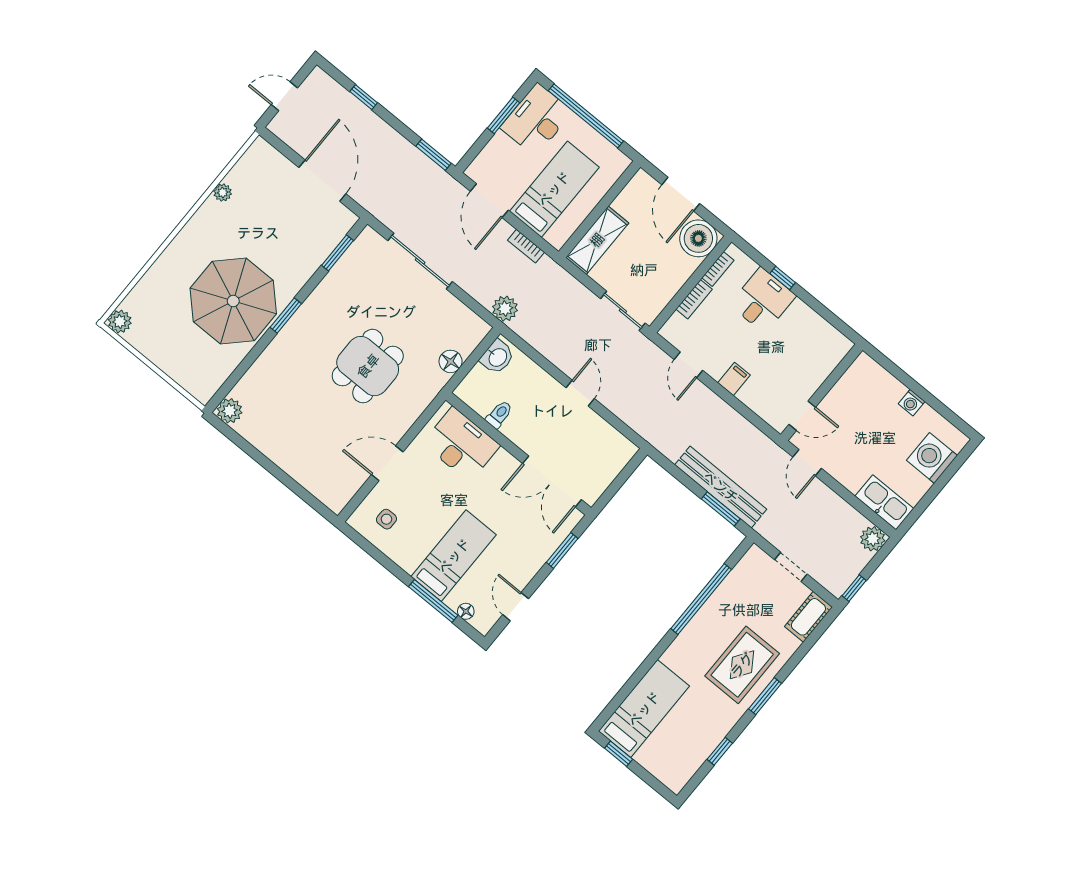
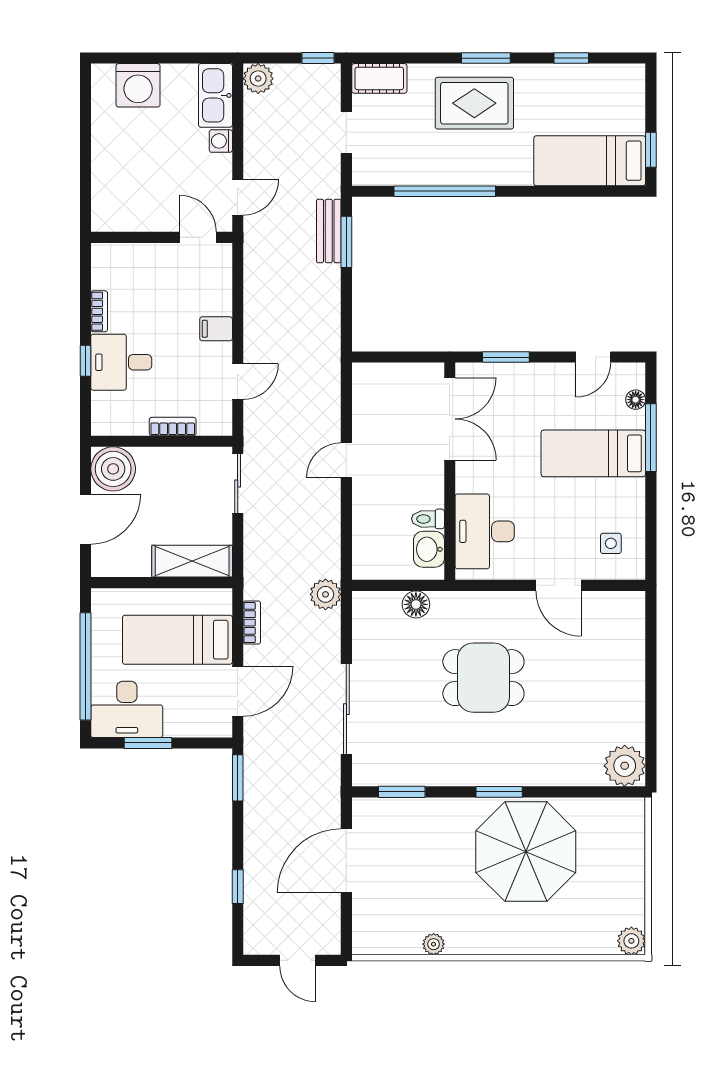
bookcase: (718, 269) -> (99, 311), moved, turned 90
washbasin: (497, 357) -> (429, 549), moved, turned -90
washing machine: (912, 403) -> (221, 141), moved, turned 180
plant: (230, 411) -> (625, 766), width x1.36, depth x1.36
bench: (721, 487) -> (329, 231), width x0.54, depth x0.82

